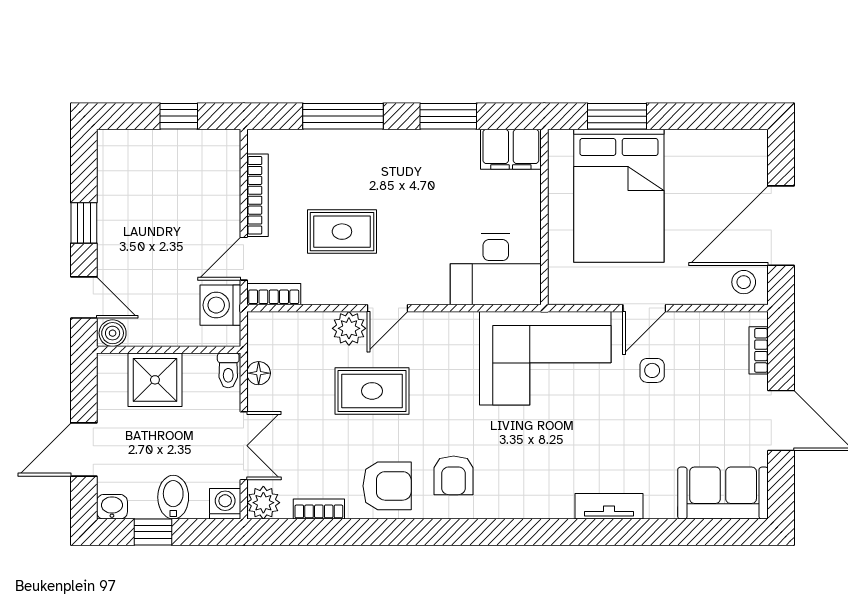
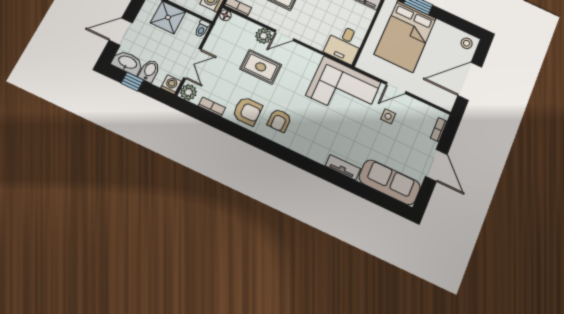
desk: (496, 269) -> (344, 44), width x0.73
stool: (744, 282) -> (467, 43), moved
floor lamp: (259, 373) -> (225, 15), moved
sofa: (723, 493) -> (390, 182), width x1.36
washbasin: (112, 507) -> (127, 63), width x1.91, depth x1.45

